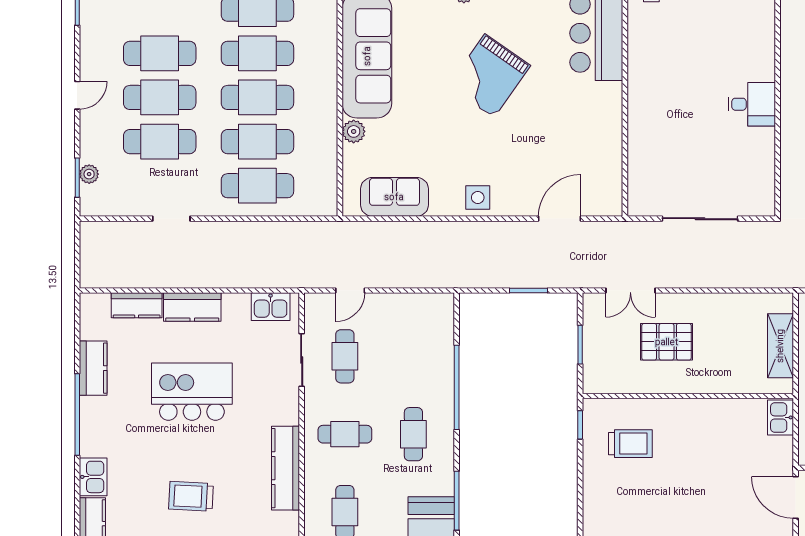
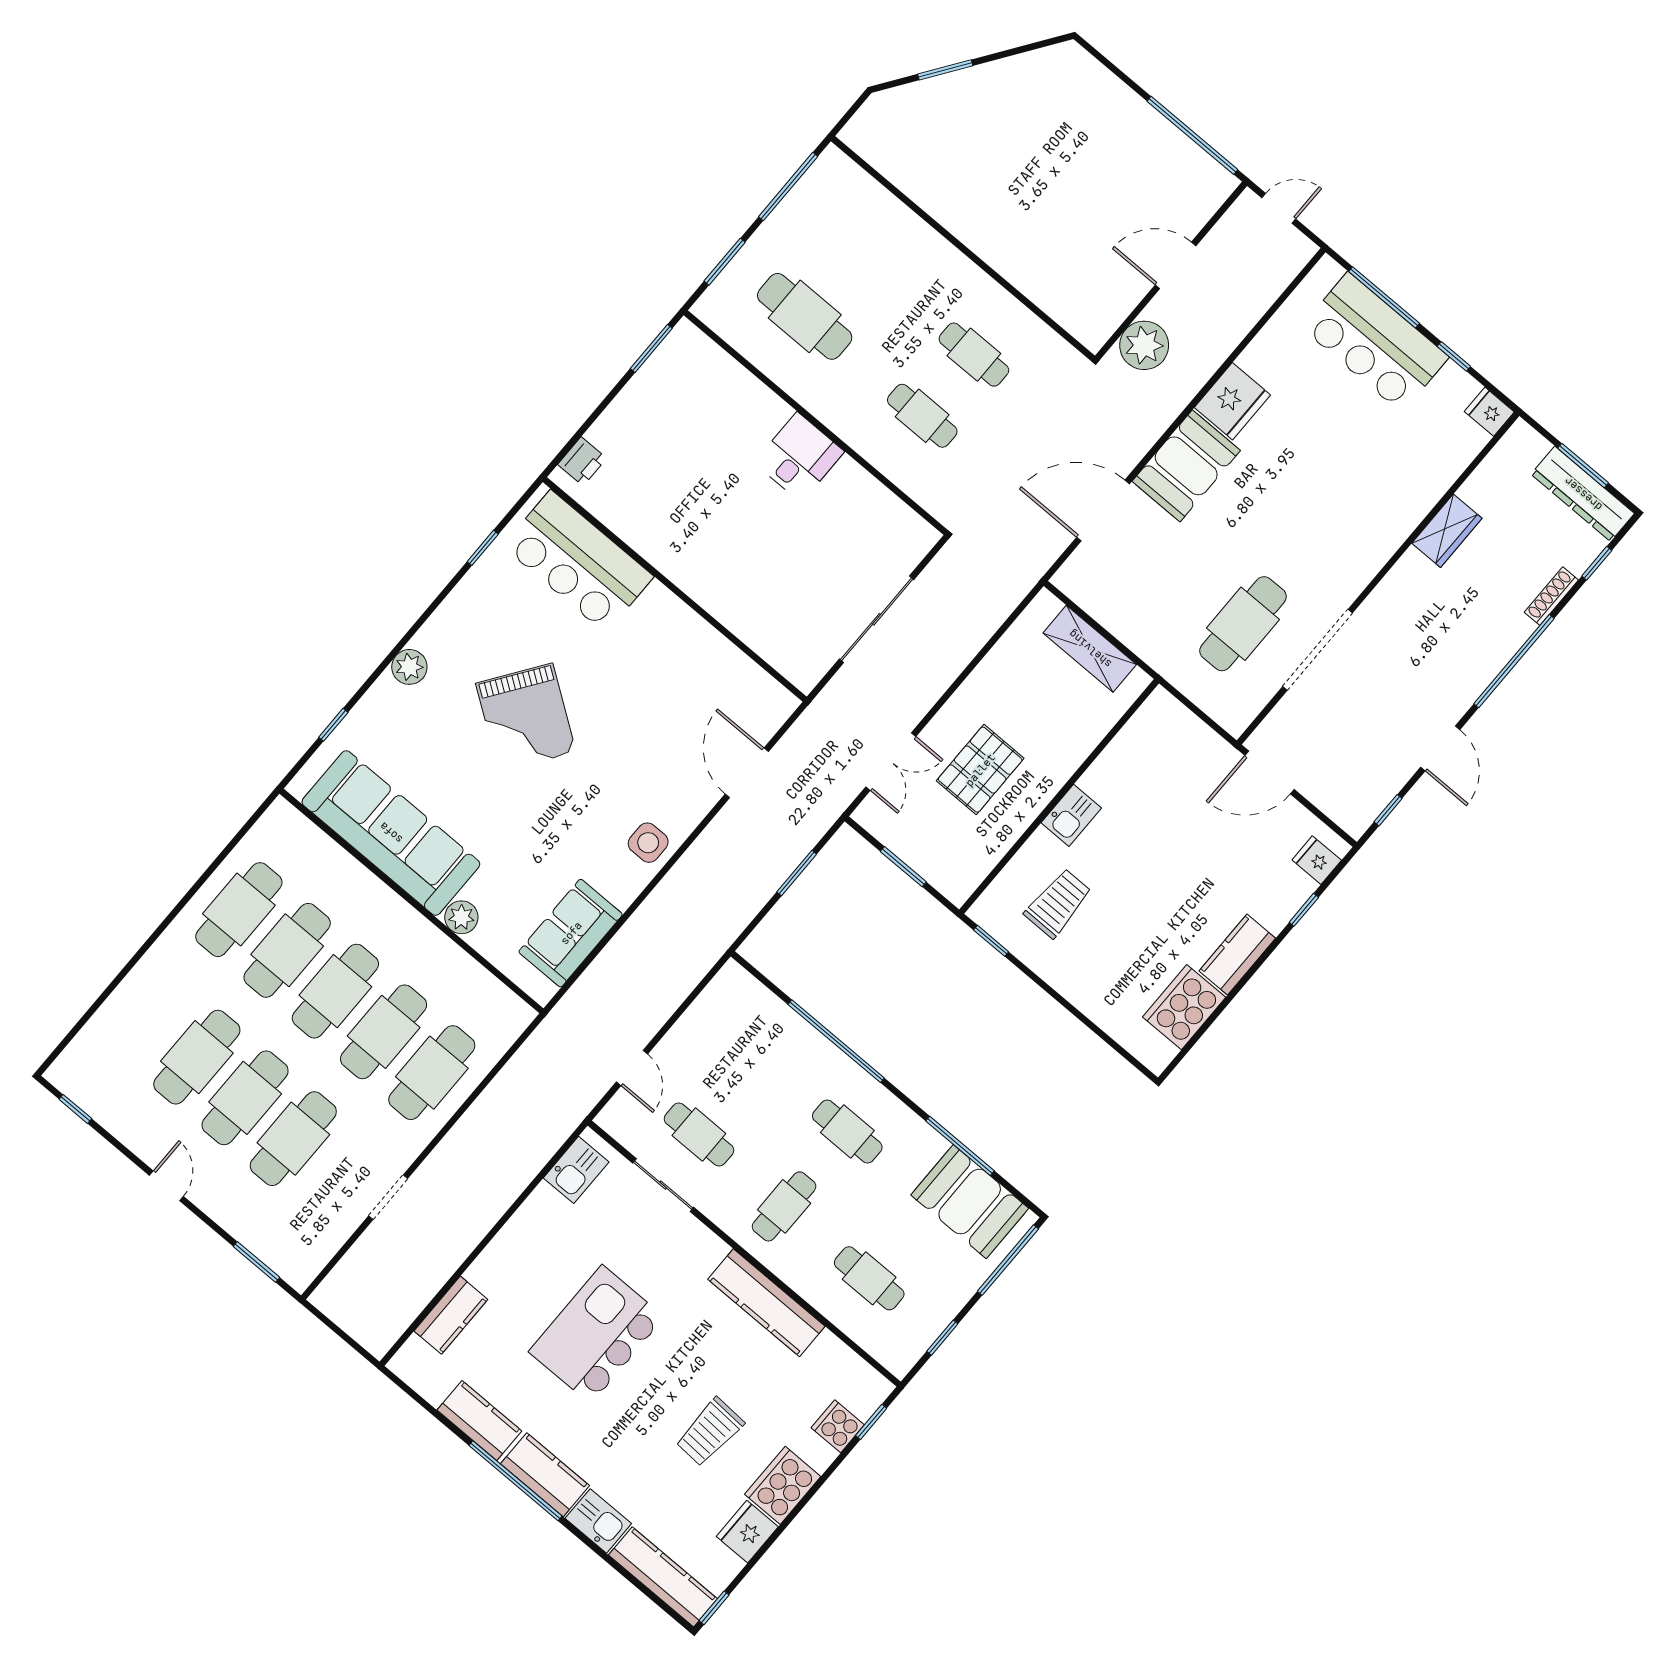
plant: (89, 174) -> (264, 1246), removed
kitchen counter: (192, 307) -> (545, 1475), moved, turned -90
kitchen sink: (780, 417) -> (1071, 815), moved, turned -90

